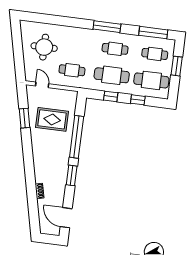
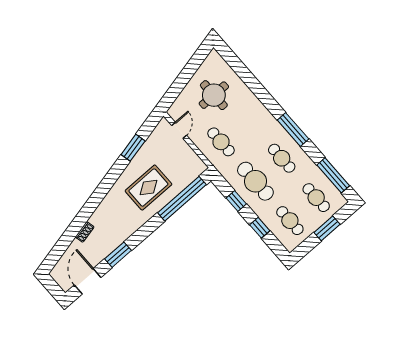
cafe table: (151, 80) -> (290, 221), width x0.73, depth x0.74
rug: (52, 119) -> (148, 188), moved, turned 90
window: (77, 137) -> (182, 199), moved
window: (72, 175) -> (118, 255), moved

